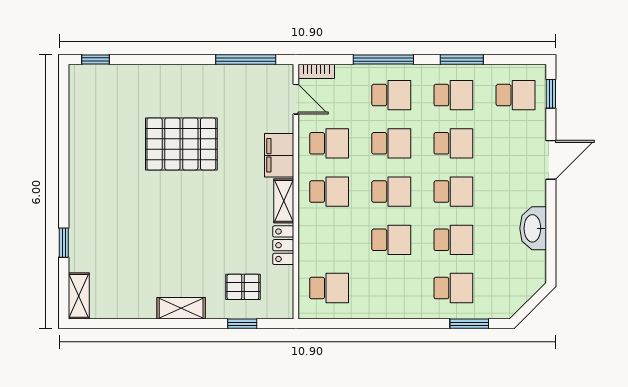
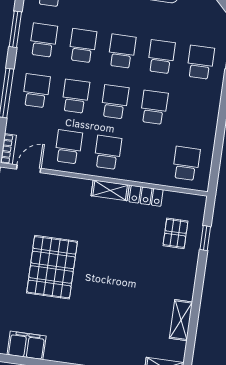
filing cabinet: (279, 155) -> (27, 345), moved, turned 180
shelving: (181, 308) -> (181, 320), moved

